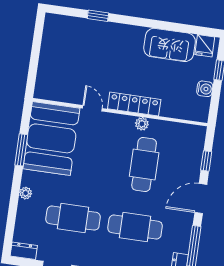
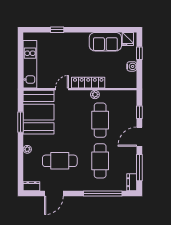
kitchen unit: (49, 63) -> (30, 64), added
door: (92, 108) -> (62, 89), hinge flipped
cafe table: (135, 227) -> (100, 161), turned 90

